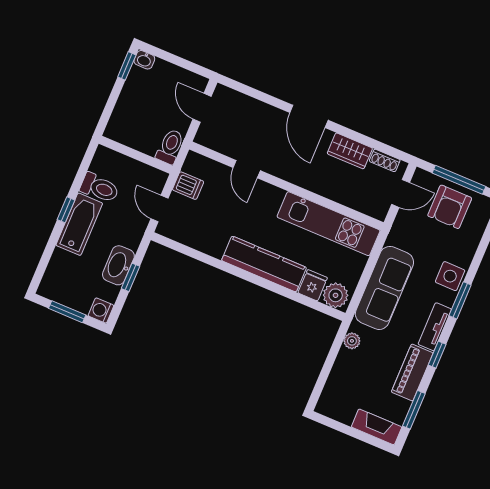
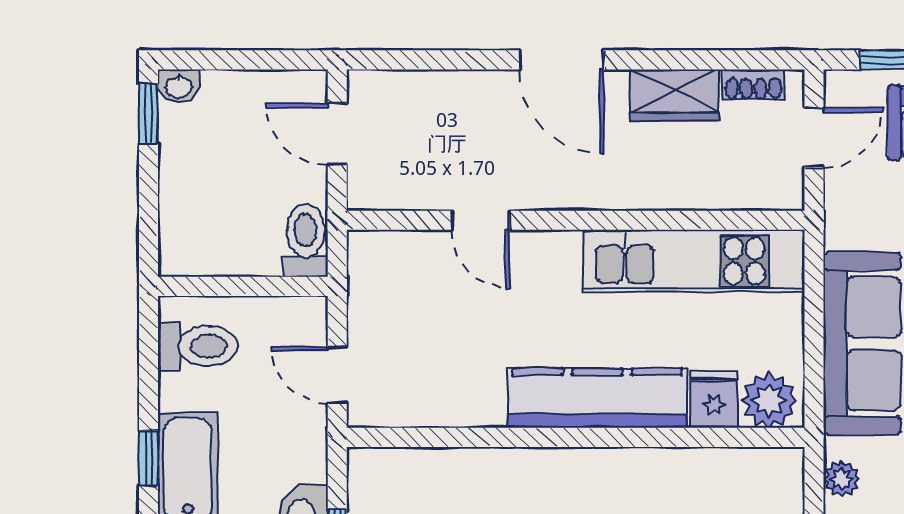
dishwasher: (188, 186) -> (376, 304), removed
toilet: (100, 188) -> (198, 346), moved

